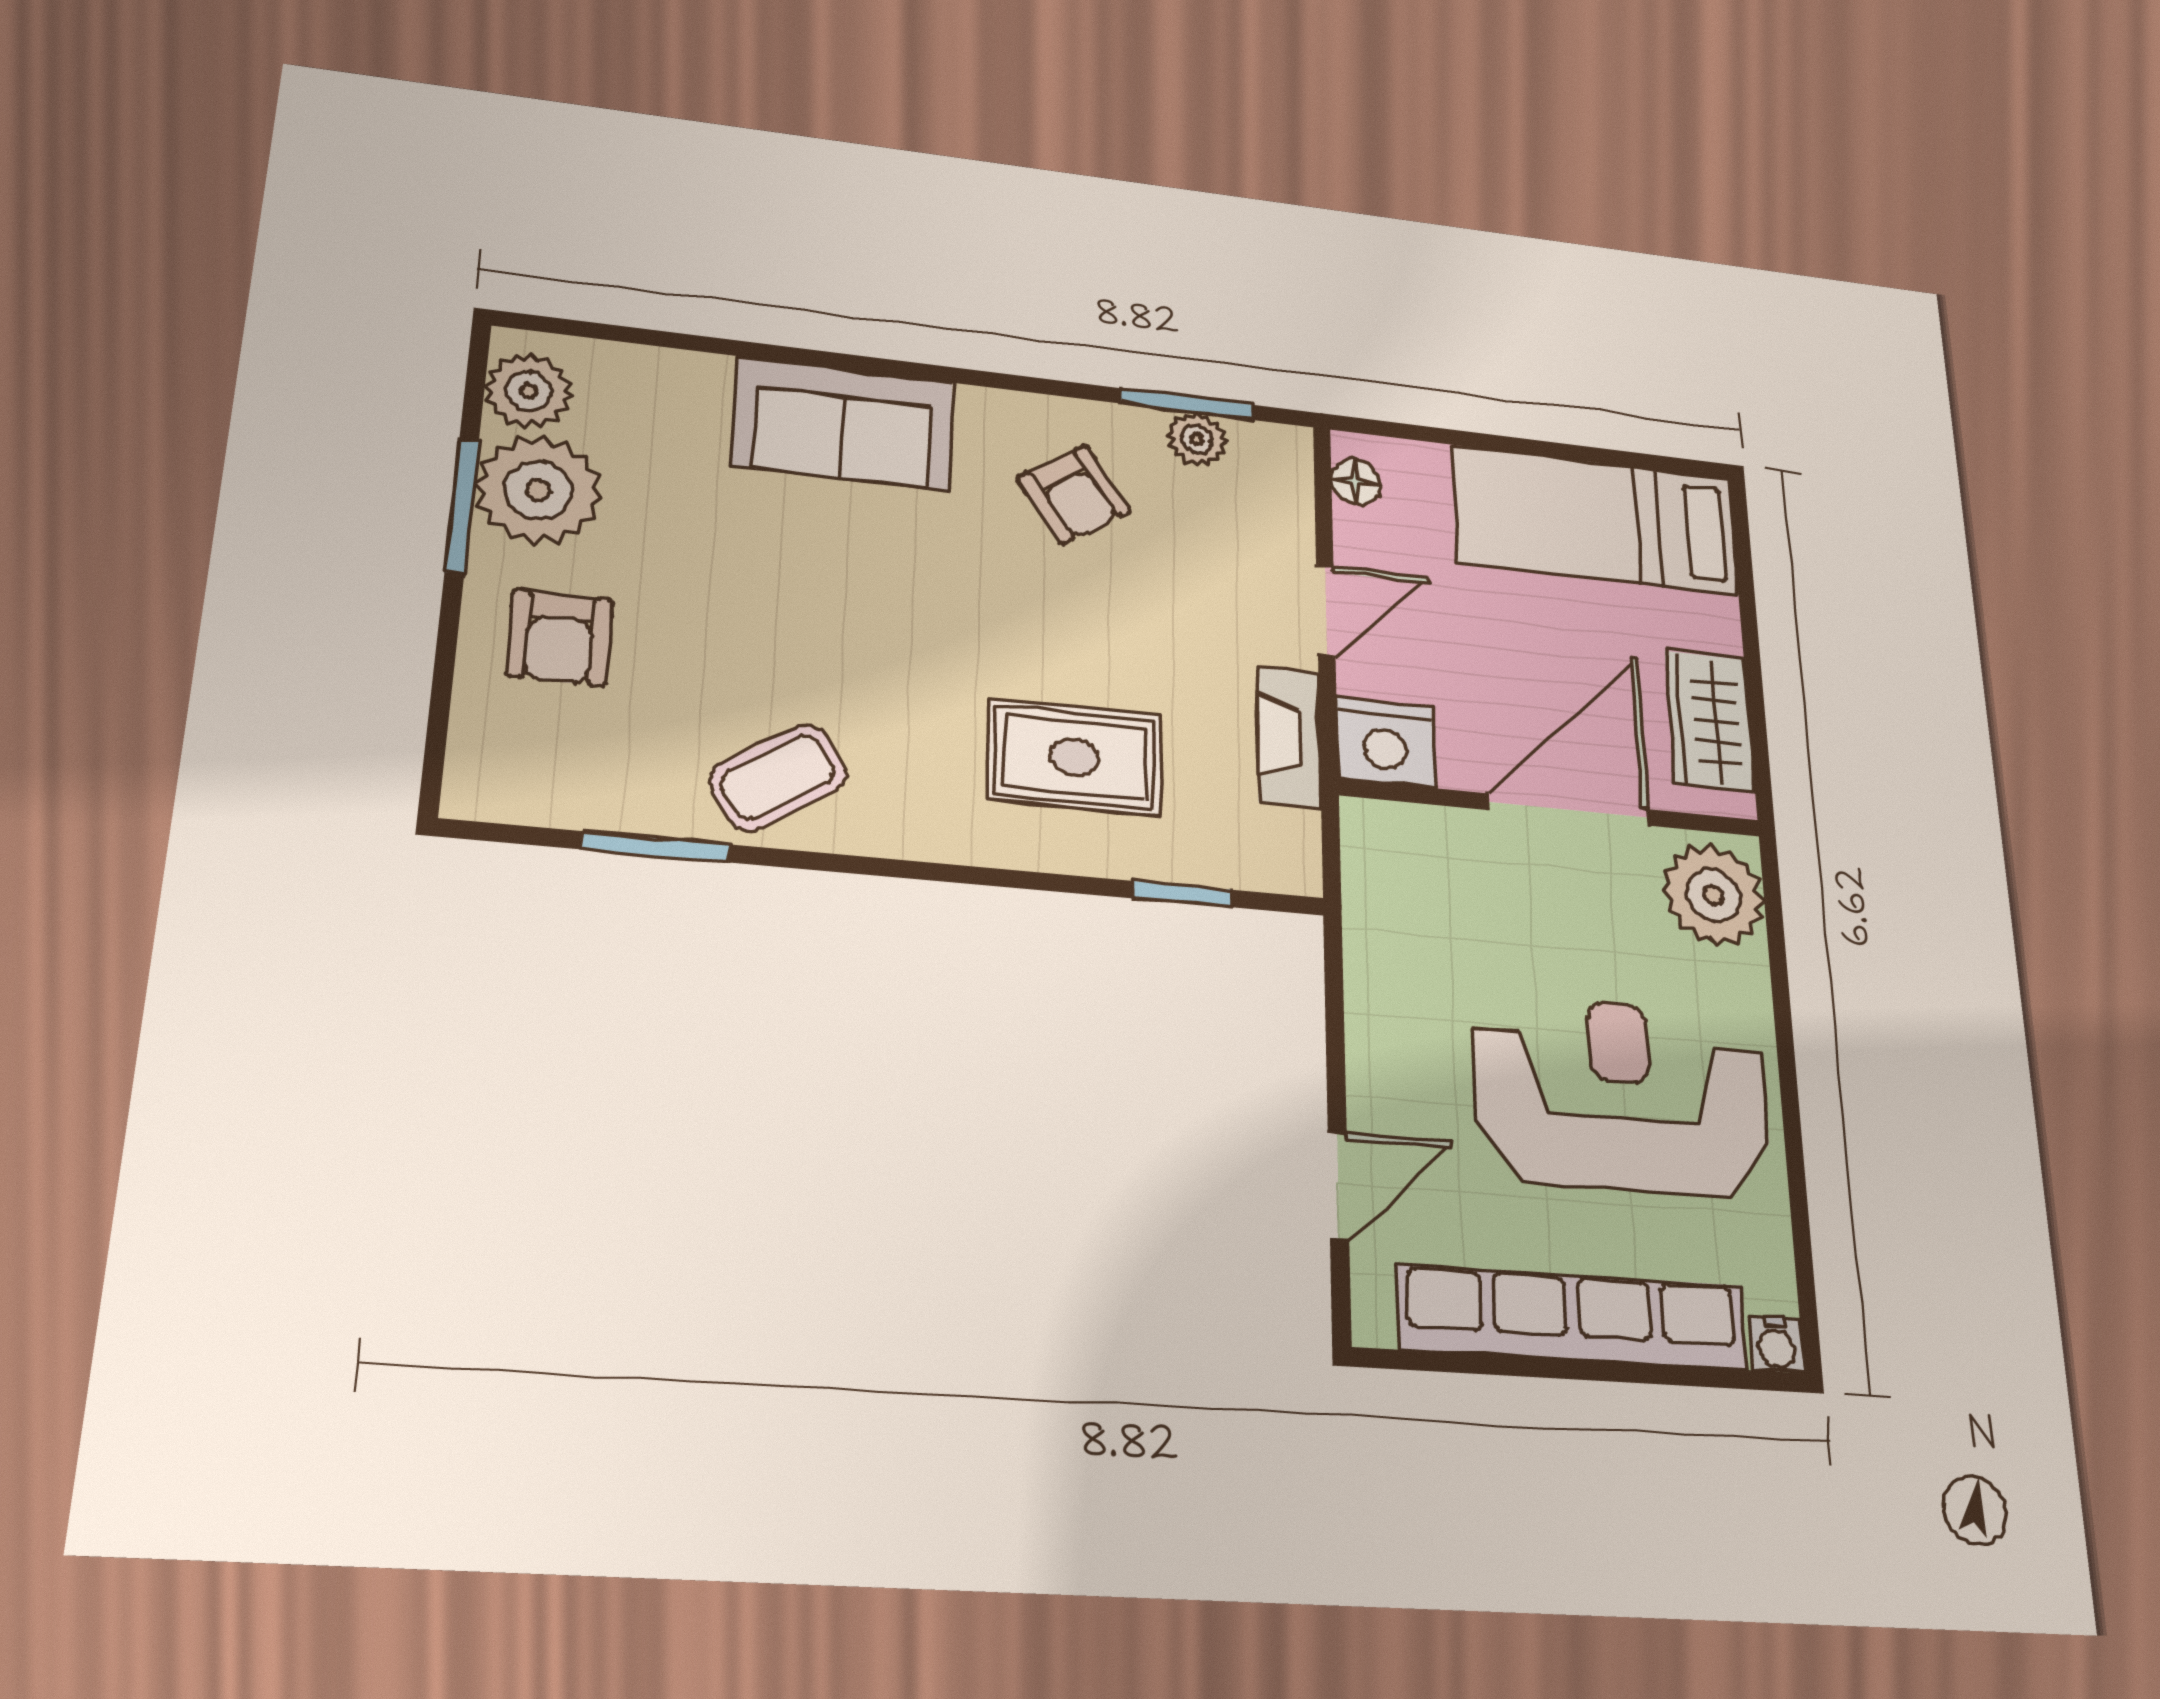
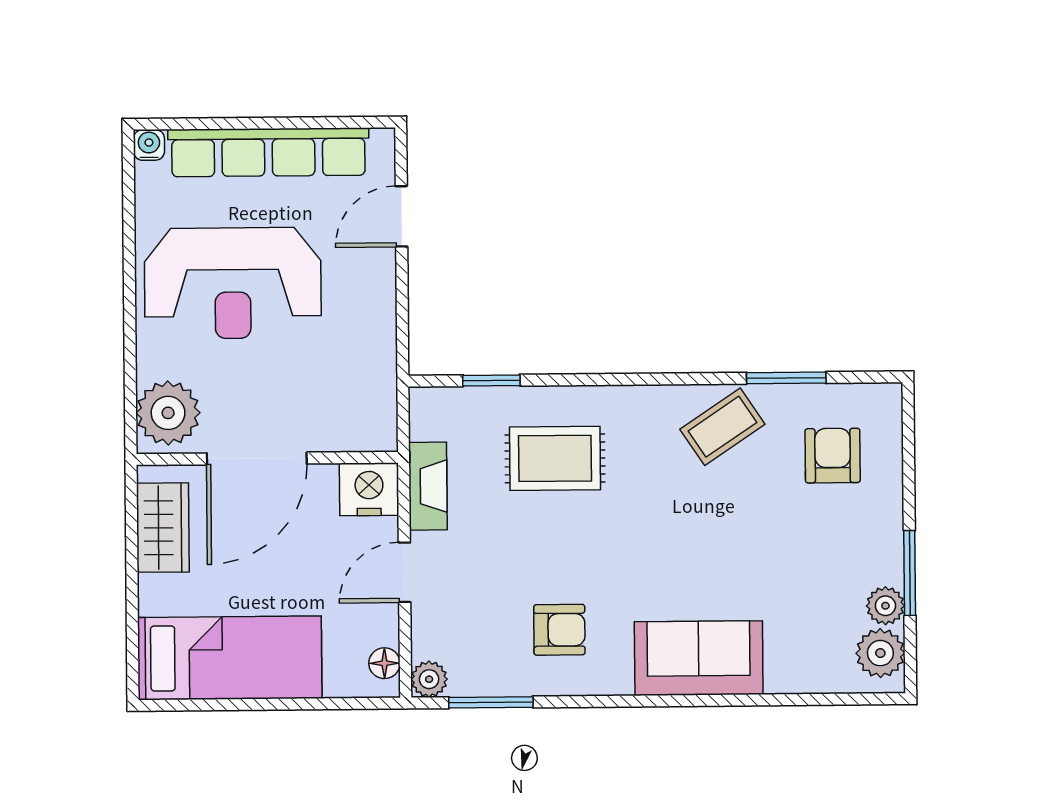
plant: (1197, 439) -> (429, 679), moved
plant: (539, 490) -> (885, 606), width x0.53, depth x0.53
armchair: (1074, 494) -> (559, 630), turned 124
armchair: (559, 637) -> (833, 456), moved

